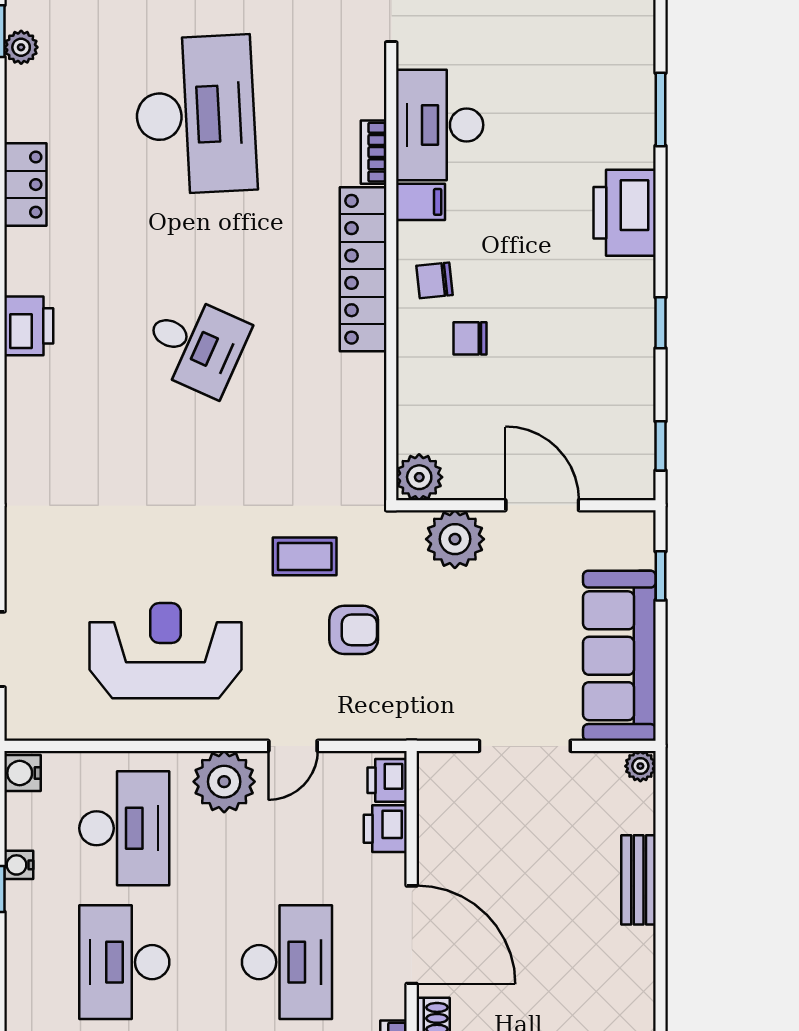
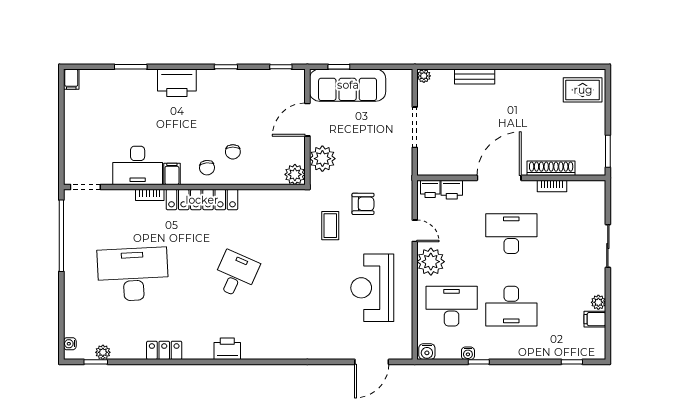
armchair: (354, 630) -> (363, 204), turned 90
sofa: (619, 656) -> (348, 85), moved

